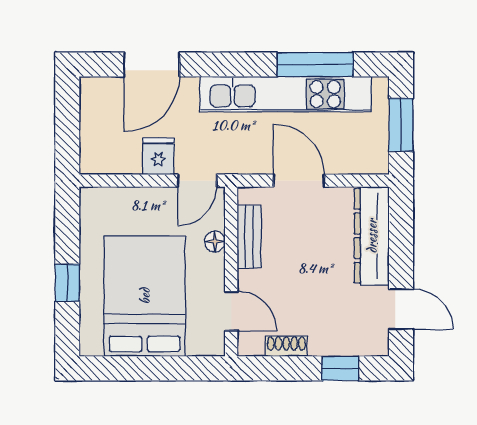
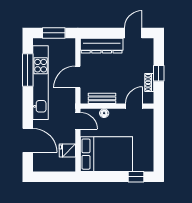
fridge: (158, 156) -> (67, 150), moved
window: (67, 283) -> (136, 177), moved
bed: (145, 296) -> (106, 154), moved, turned 180
window: (340, 368) -> (159, 73), moved

